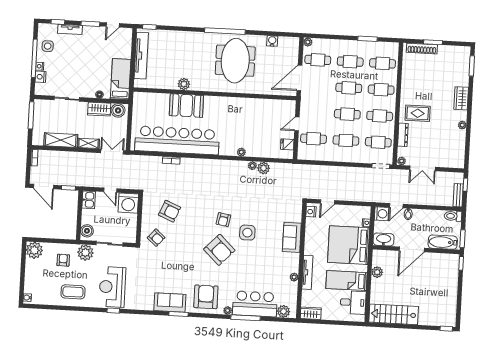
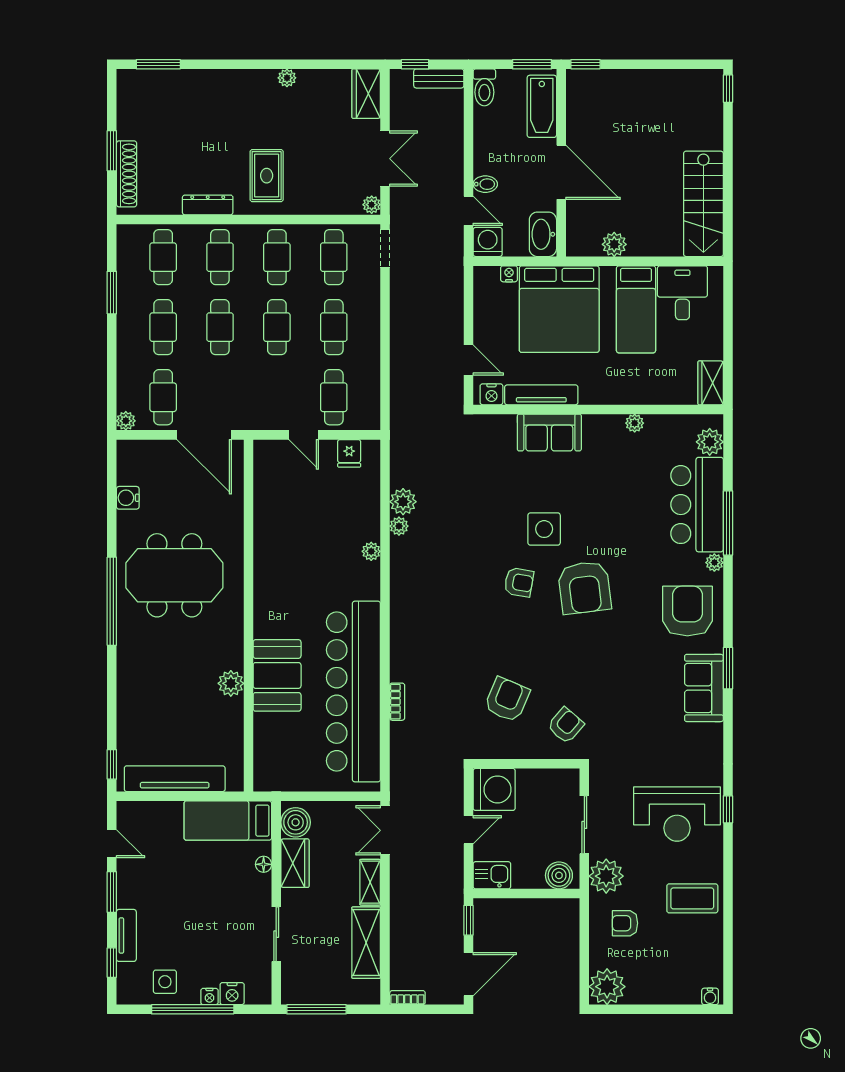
wardrobe: (461, 98) -> (366, 94), moved, turned 90
dresser: (403, 135) -> (208, 205), moved
armchair: (219, 250) -> (584, 588), turned 129
tv unit: (307, 272) -> (541, 395), moved
coffee table: (73, 292) -> (692, 898), turned 90
armchair: (206, 297) -> (687, 611), turned 90

